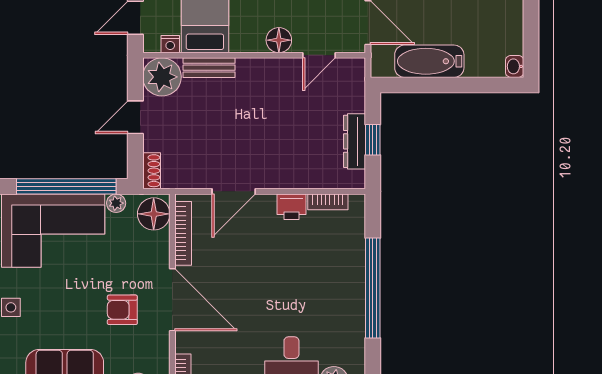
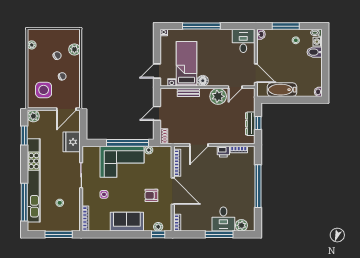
floor lamp: (279, 40) -> (203, 81), moved
plant: (162, 77) -> (218, 96), moved
floor lamp: (154, 214) -> (165, 155), removed

